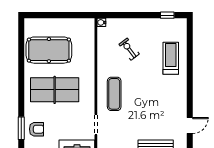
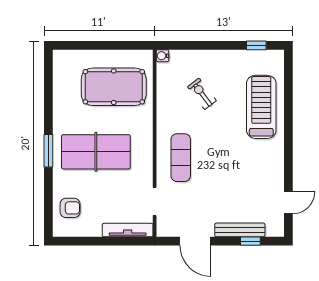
pool table: (49, 50) -> (114, 87), moved
treadmill: (171, 58) -> (261, 107), width x1.37, depth x1.38
window: (21, 128) -> (48, 151), moved

